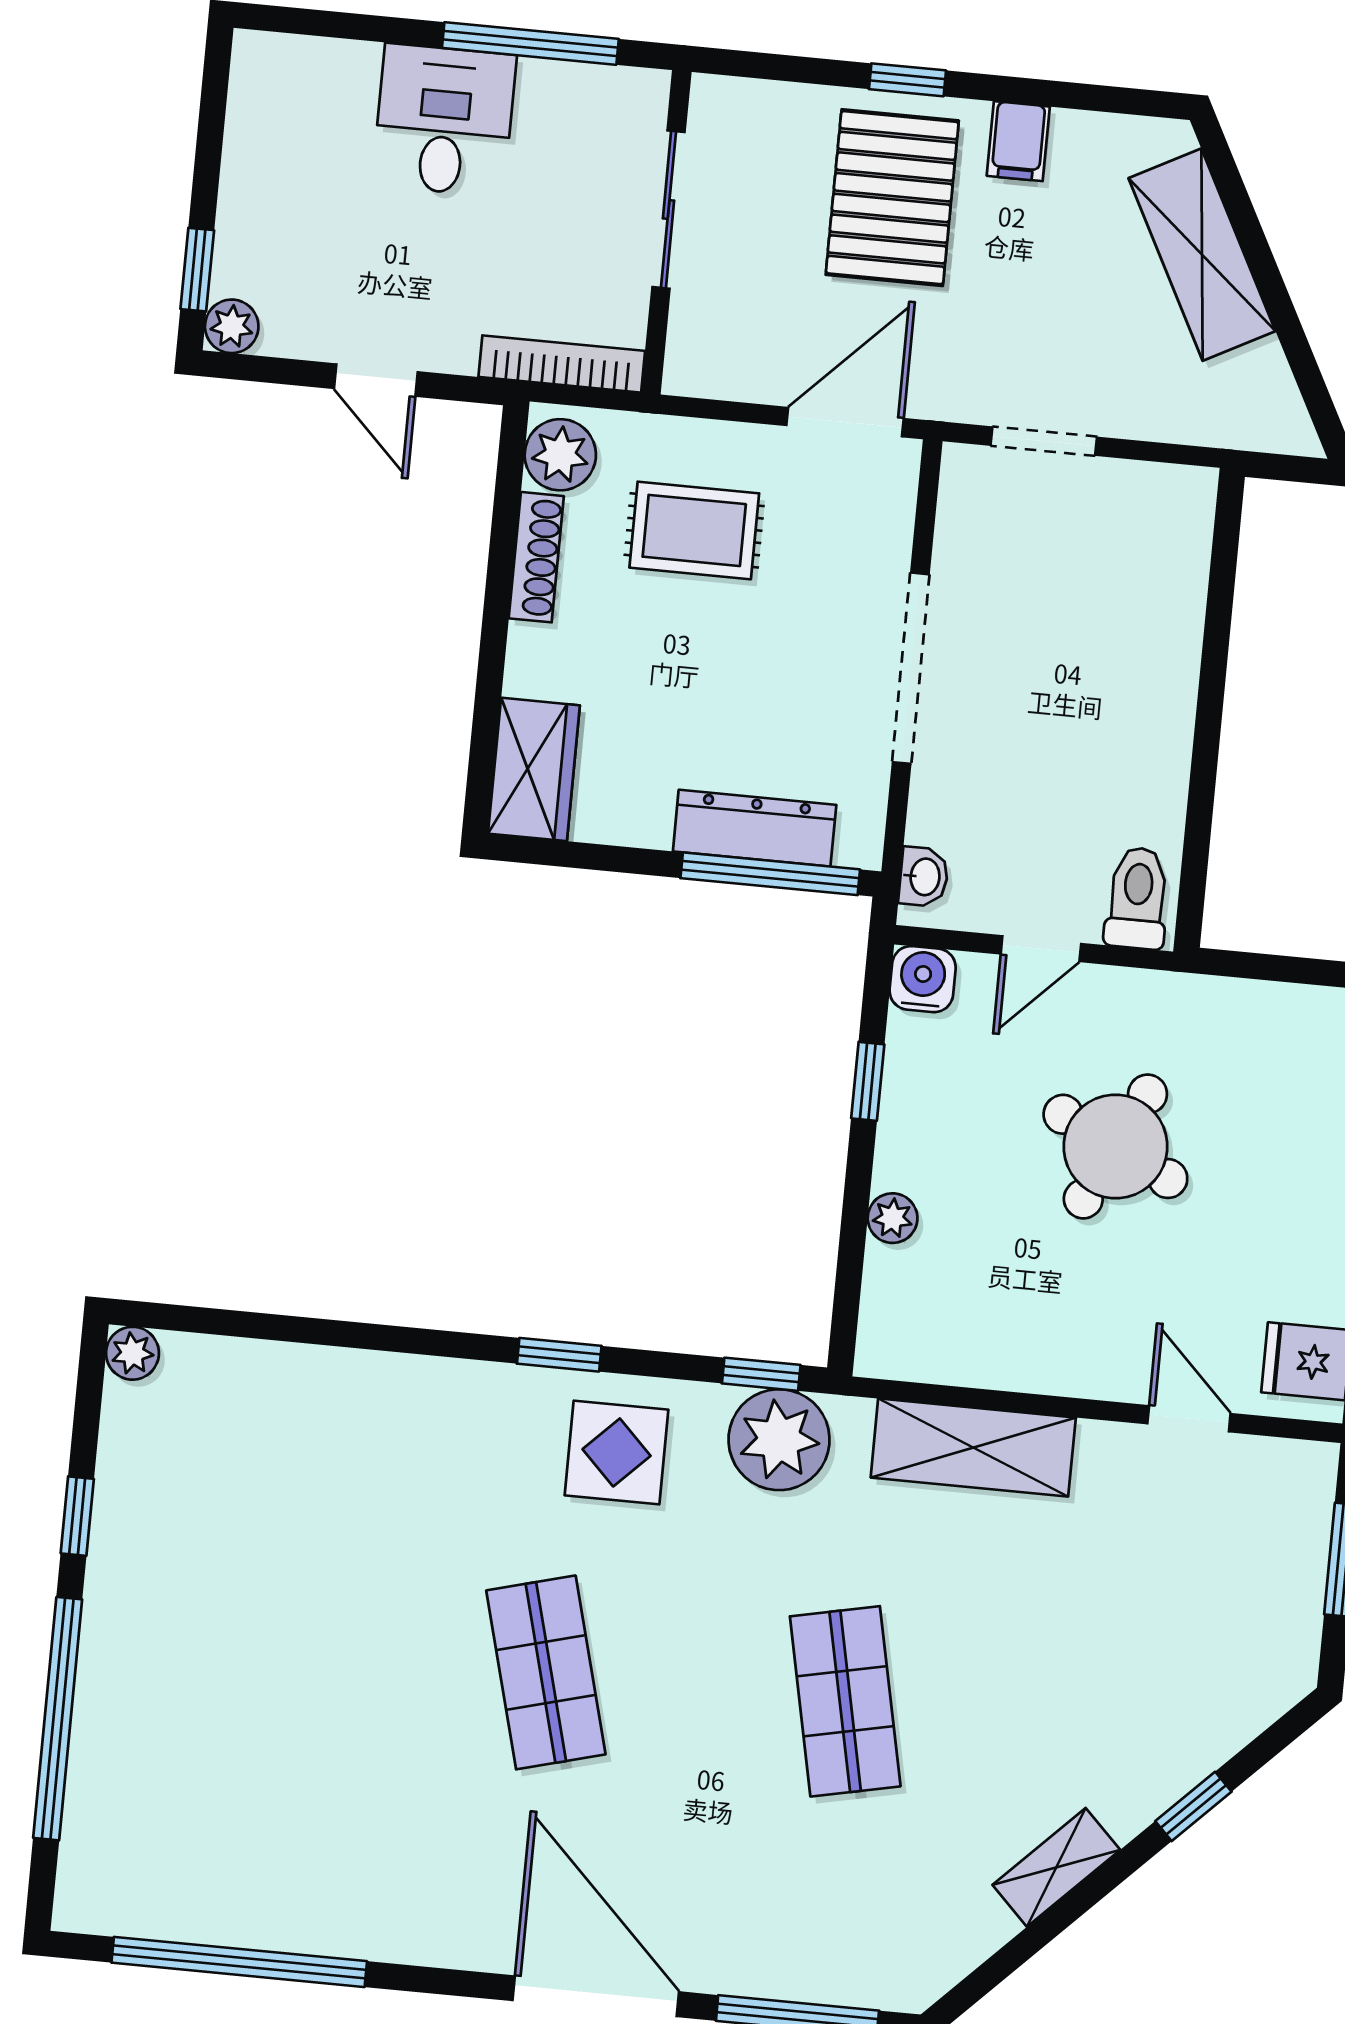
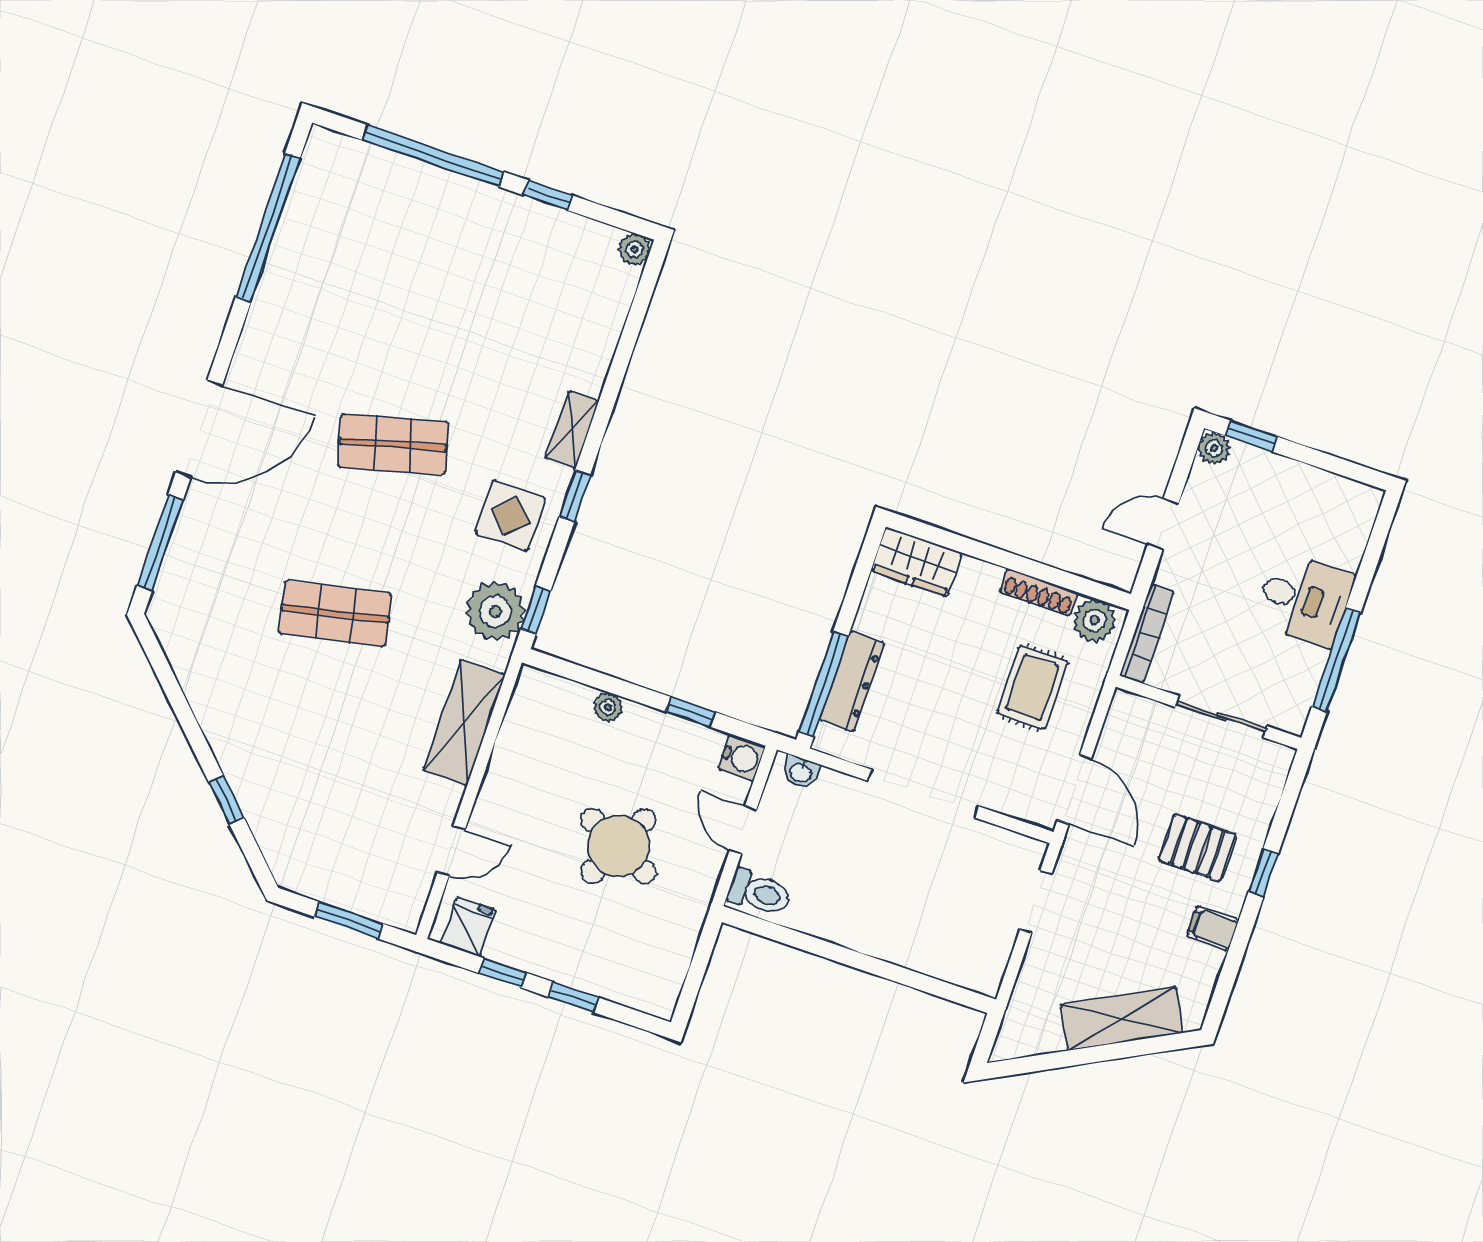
pallet: (892, 198) -> (1197, 848), width x0.67, depth x0.71
shelving: (1056, 1867) -> (572, 429), moved, turned 45

